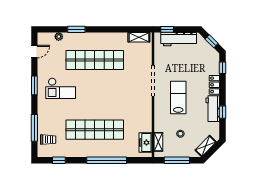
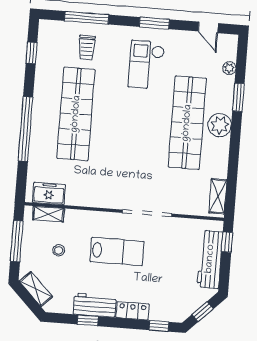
plant: (95, 40) -> (220, 125), added
trolley: (48, 140) -> (87, 48), moved

